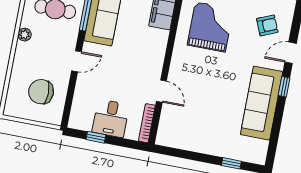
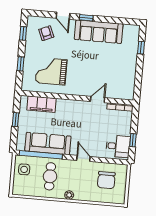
desk: (111, 118) -> (118, 146), moved

